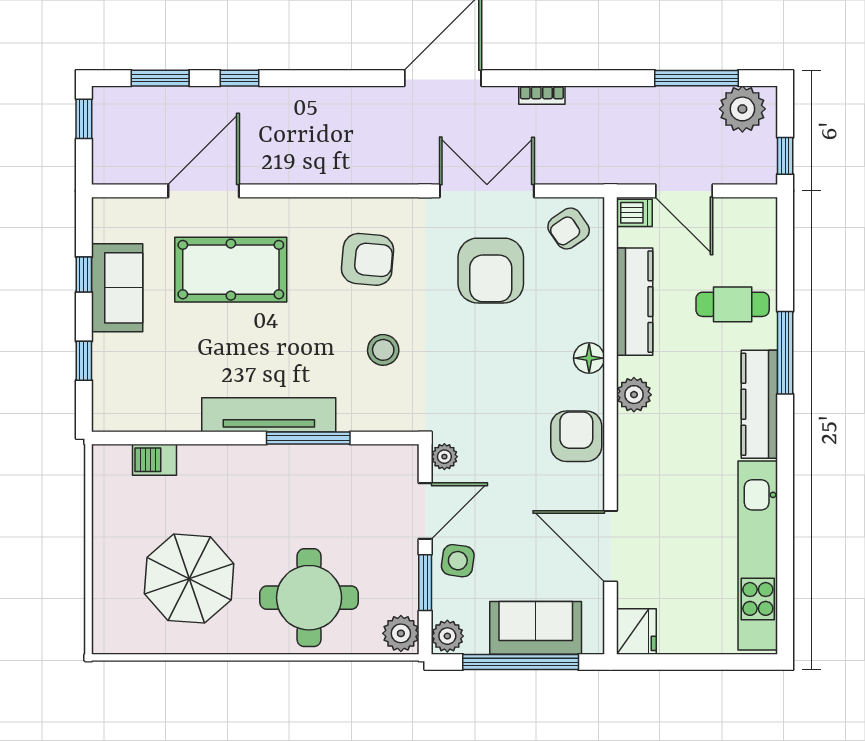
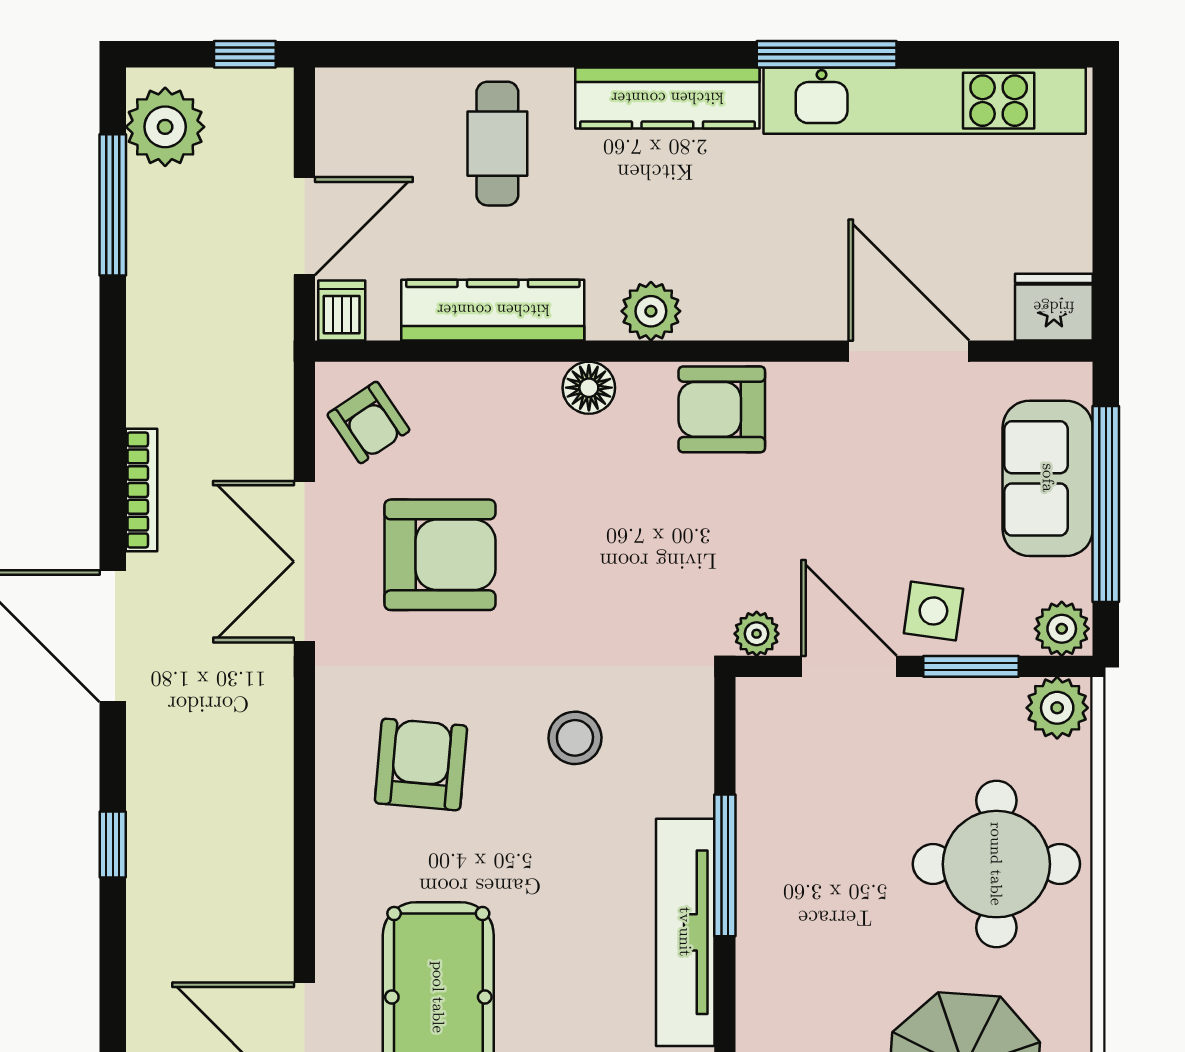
window: (239, 78) -> (113, 844), moved
bookcase: (542, 95) -> (141, 490), width x1.56
window: (785, 353) -> (827, 54), moved
door: (611, 546) -> (909, 351), swing flipped

